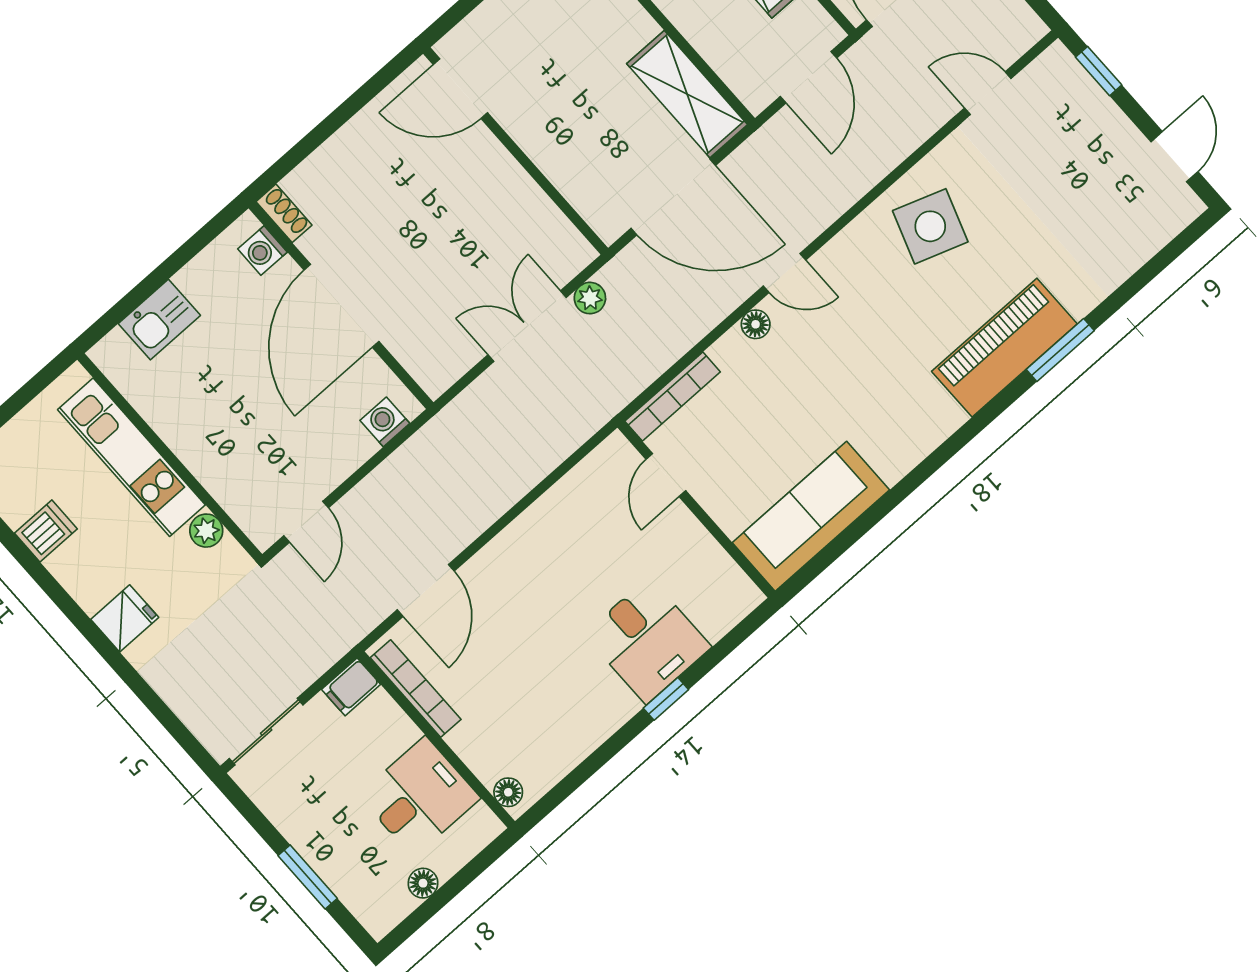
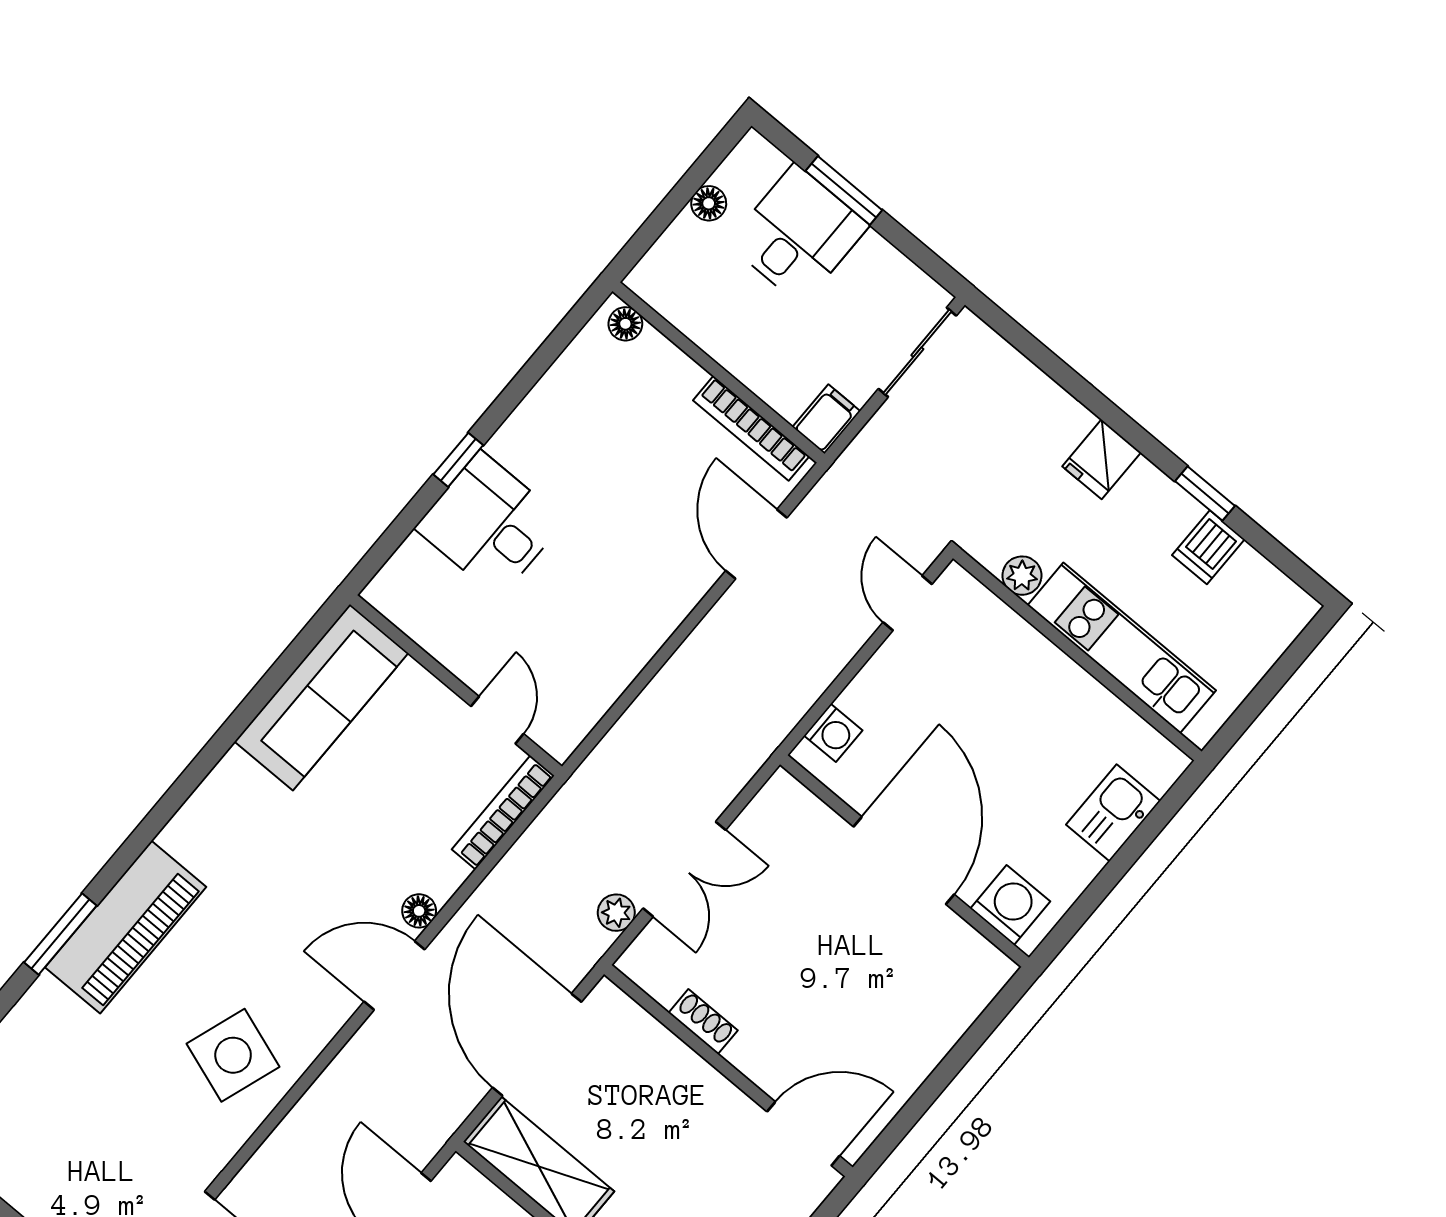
door: (673, 197) -> (537, 1045), hinge flipped
shoe rack: (284, 213) -> (703, 1022), moved, turned 180
washing machine: (262, 251) -> (1010, 905), width x1.38, depth x1.38
door: (785, 273) -> (394, 976), width x1.38
window: (42, 577) -> (1205, 493), added
desk: (419, 797) -> (798, 234), moved, turned 180

